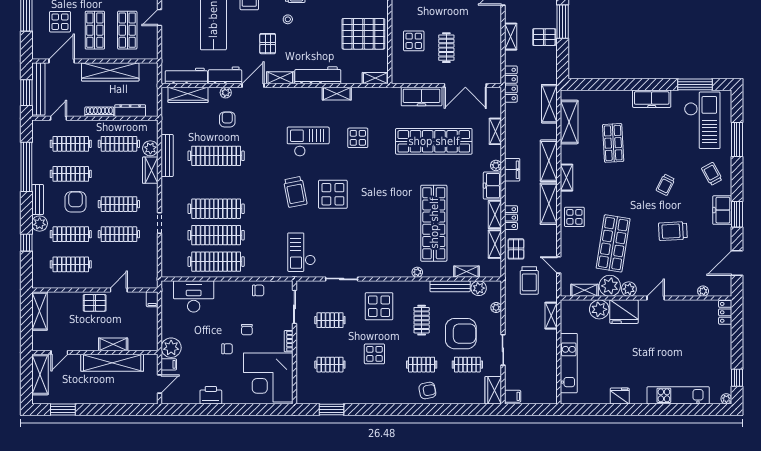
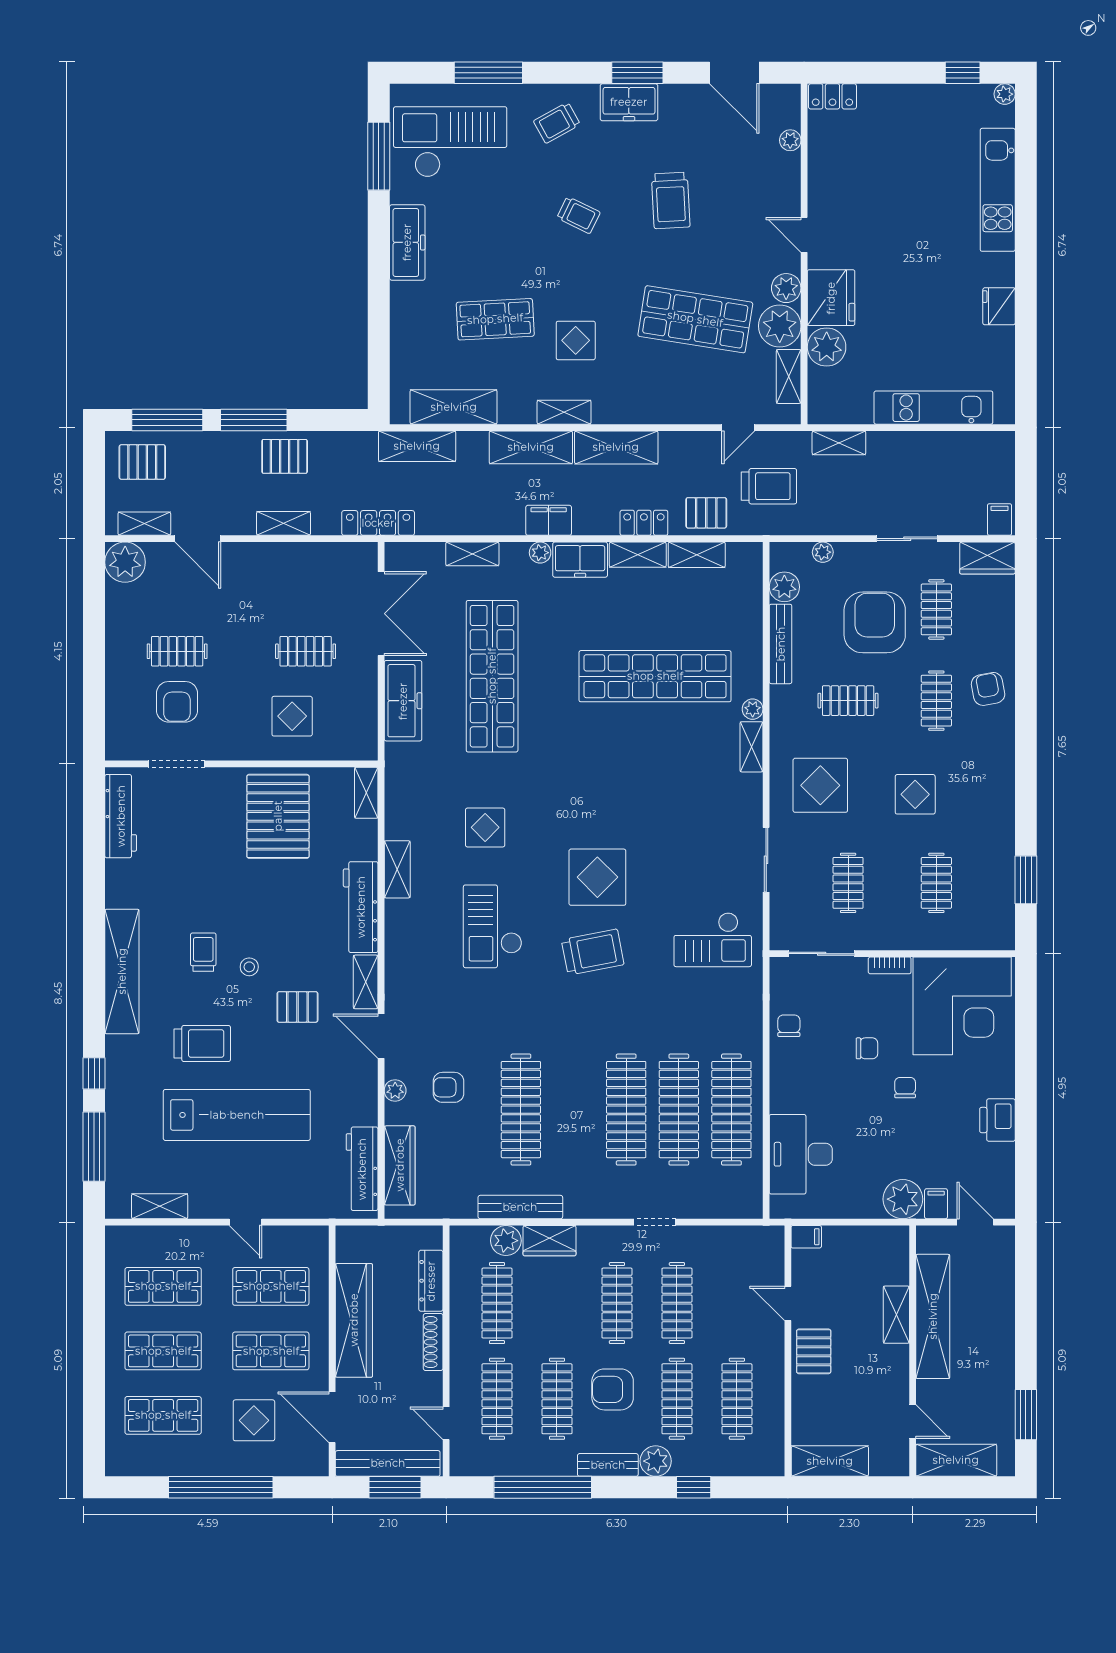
pallet: (544, 37) -> (285, 456), turned 90
workbench: (225, 75) -> (361, 1092), removed
display table: (574, 217) -> (576, 340), moved
shelving: (467, 272) -> (751, 747), moved

